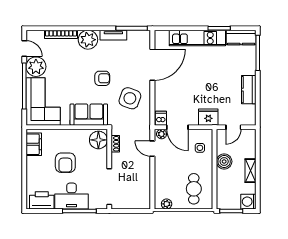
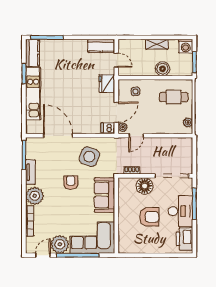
kitchen counter: (249, 90) -> (101, 46), moved
floor lamp: (98, 140) -> (145, 186), moved
filing cabinet: (34, 144) -> (132, 246), removed
boiler: (224, 161) -> (162, 69), moved

